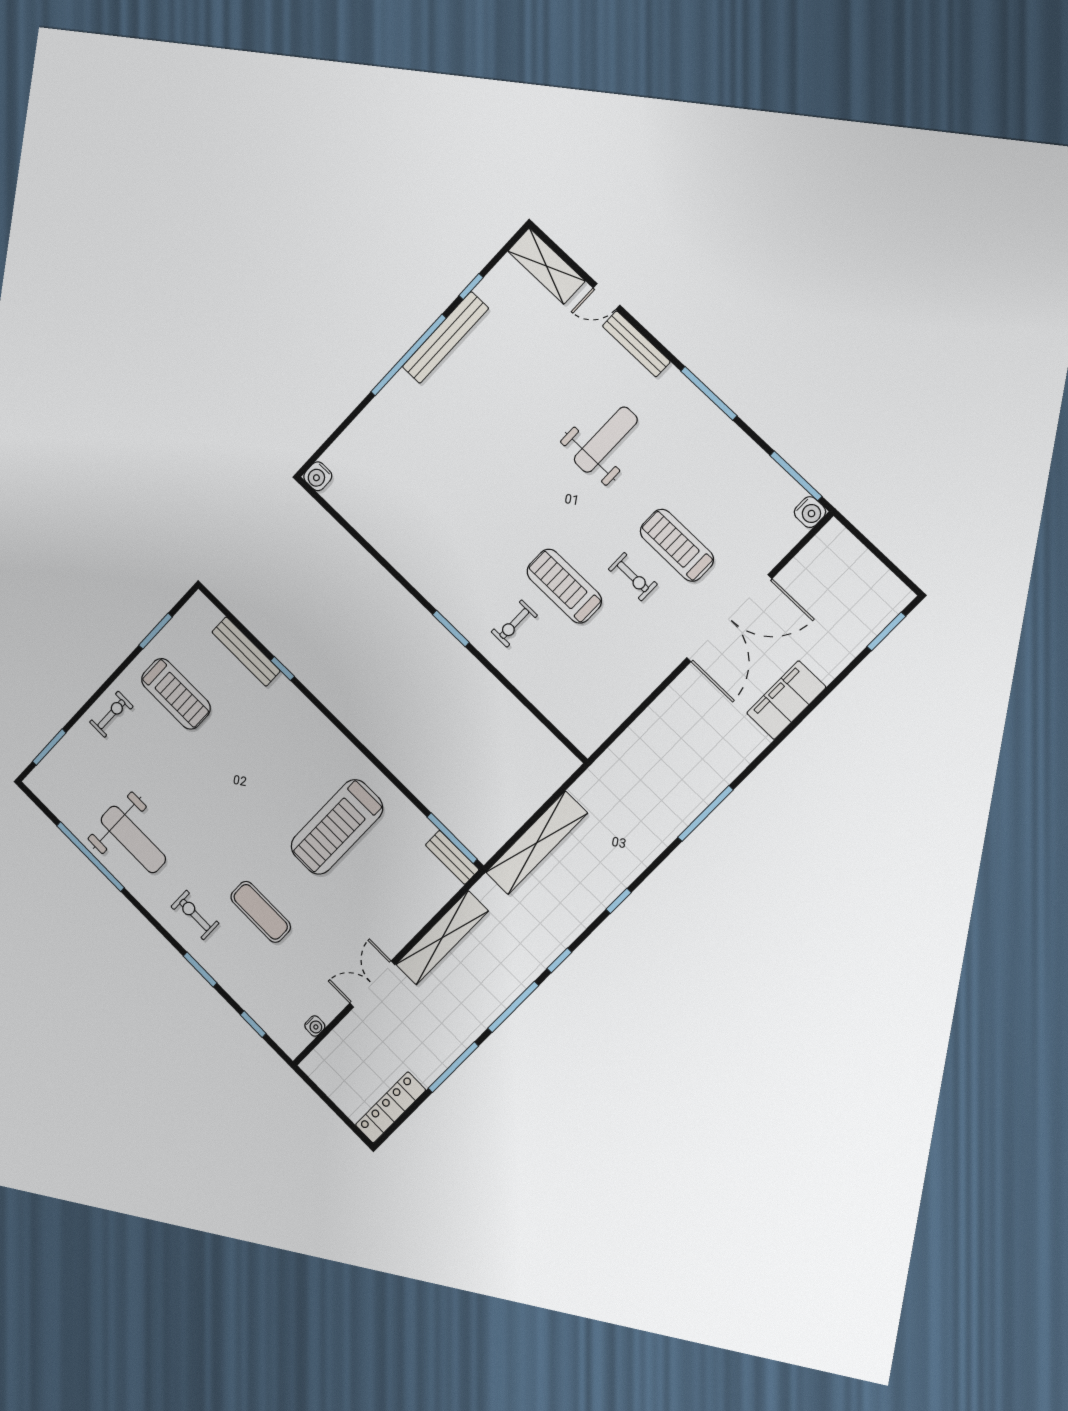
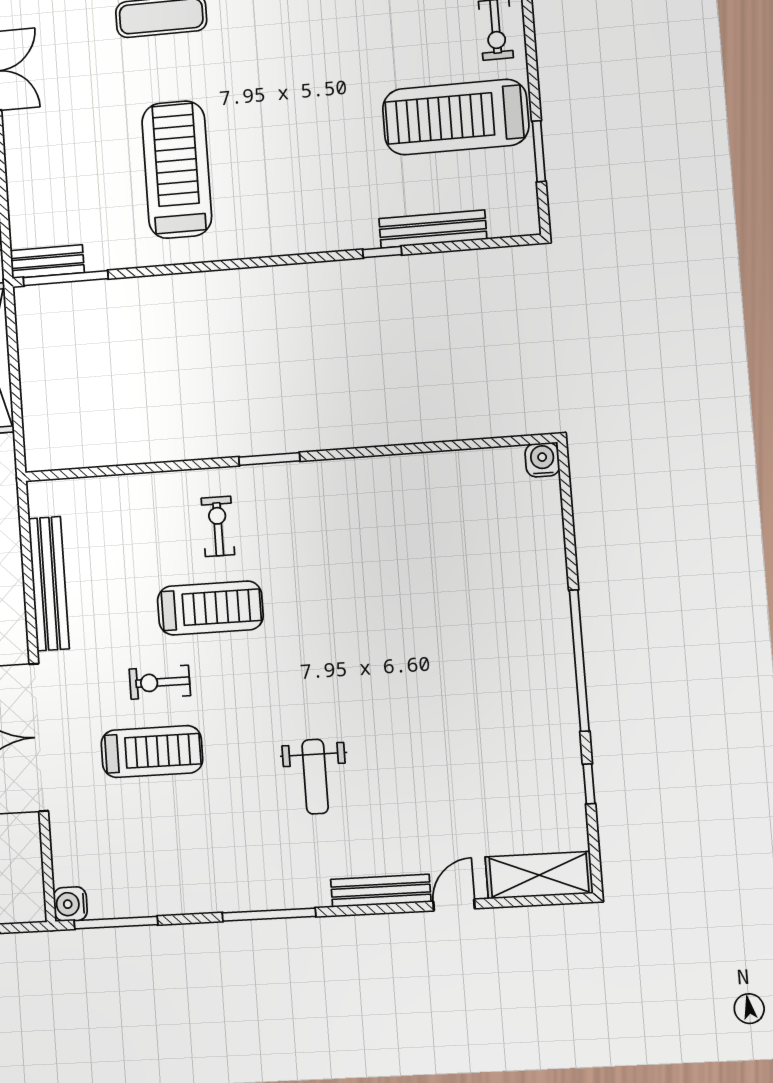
bench: (445, 338) -> (49, 584), moved
weight bench: (606, 440) -> (315, 777), width x0.73, depth x0.75
treadmill: (176, 694) -> (456, 117), width x1.37, depth x1.37

